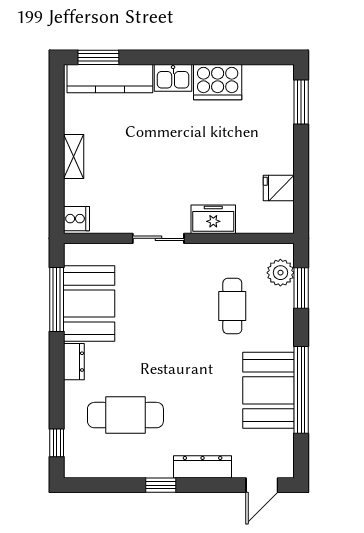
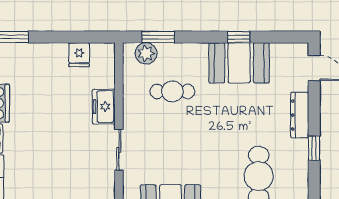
window: (301, 390) -> (239, 37), width x0.32

